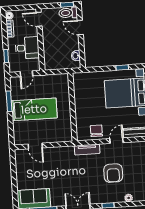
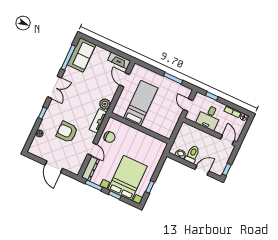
toilet: (68, 13) -> (192, 154), moved
door: (39, 19) -> (227, 140), hinge flipped
bed: (34, 109) -> (141, 103), moved, turned 180
door: (35, 146) -> (124, 80), hinge flipped
plant: (68, 152) -> (105, 104), added
fireplace: (20, 161) -> (119, 60), added

